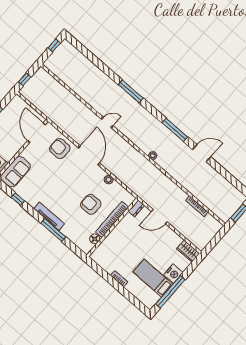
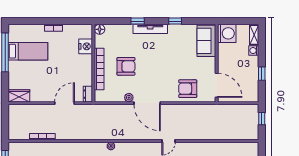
armchair: (60, 149) -> (188, 89), turned 180
door: (89, 155) -> (147, 103), moved
window: (18, 199) -> (175, 21), moved
window: (53, 230) -> (138, 21), width x0.46
floor lamp: (95, 239) -> (100, 29), moved
nightstand: (173, 274) -> (86, 46), moved, turned 180

